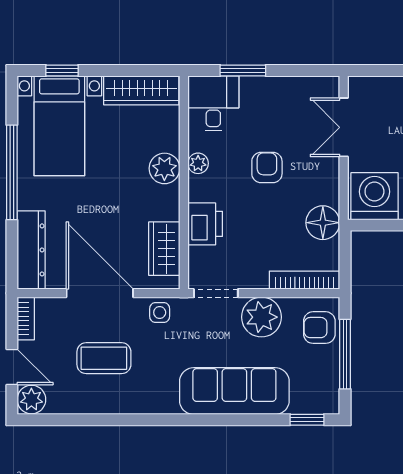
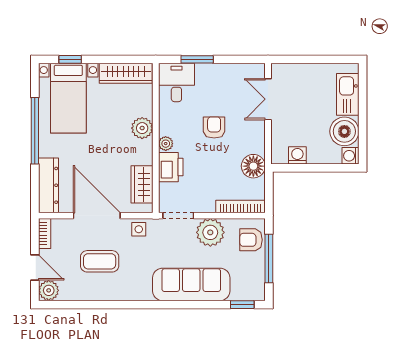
plant: (198, 163) -> (166, 144), moved
washing machine: (374, 196) -> (297, 155), width x0.53, depth x0.53

